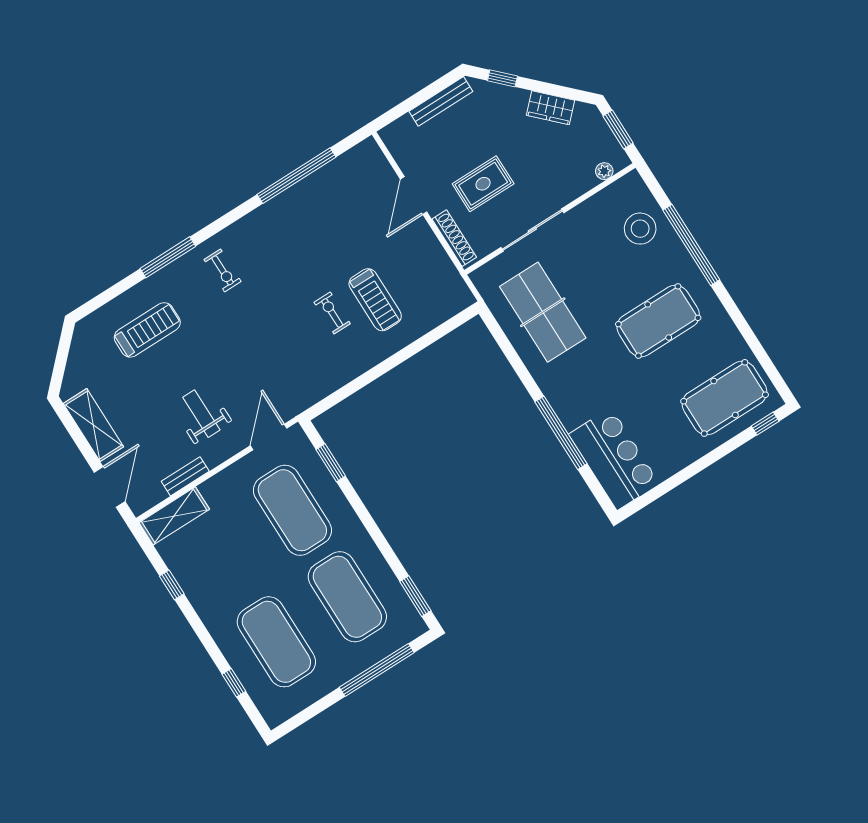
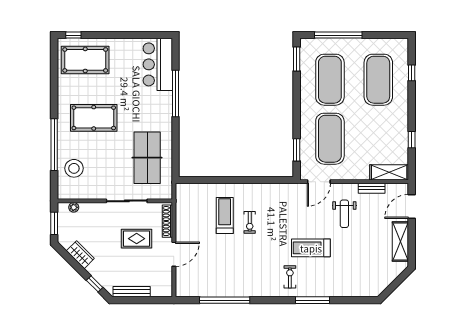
treadmill: (147, 330) -> (311, 248), moved

